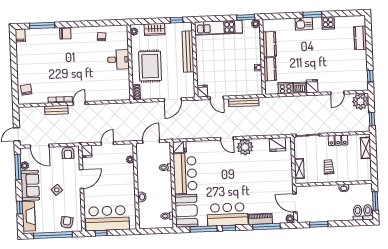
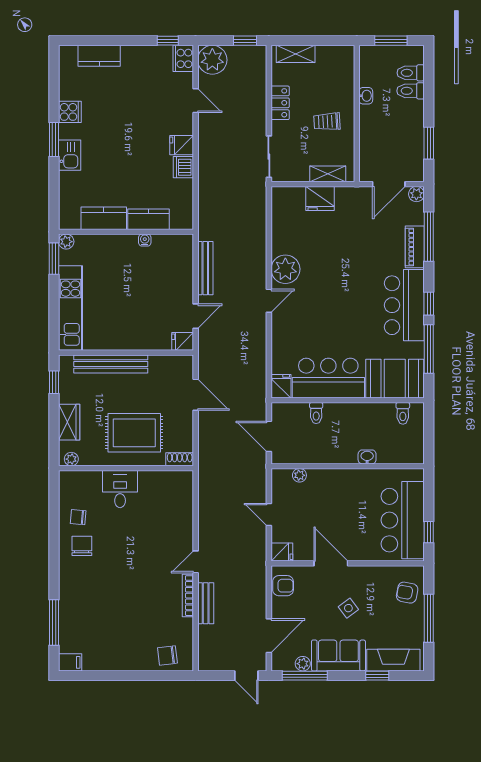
chair: (65, 34) -> (82, 546), moved
cooker: (286, 88) -> (183, 58), moved
door: (79, 103) -> (196, 562), hinge flipped
fridge: (278, 144) -> (320, 198), moved, turned 90
toilet: (368, 212) -> (411, 91), moved
window: (53, 235) -> (429, 618), width x0.68

